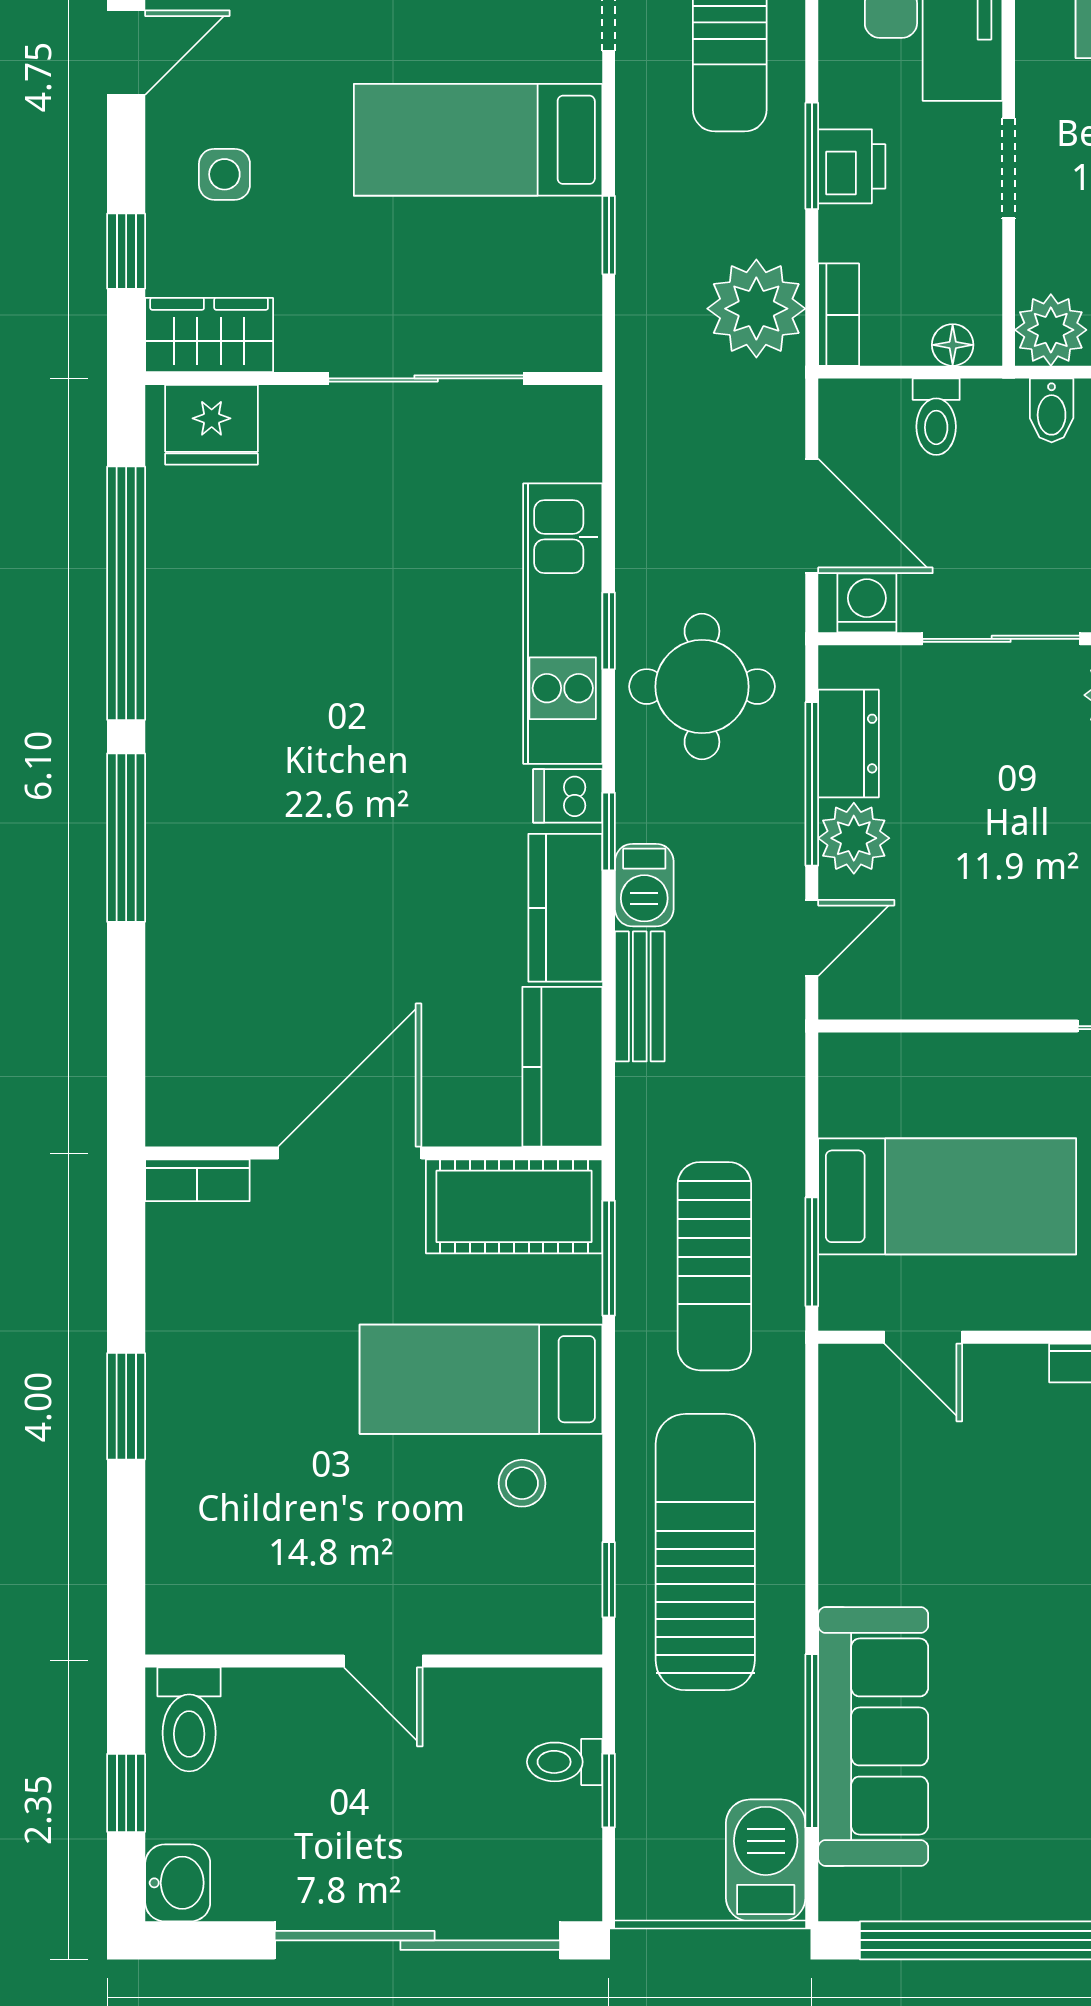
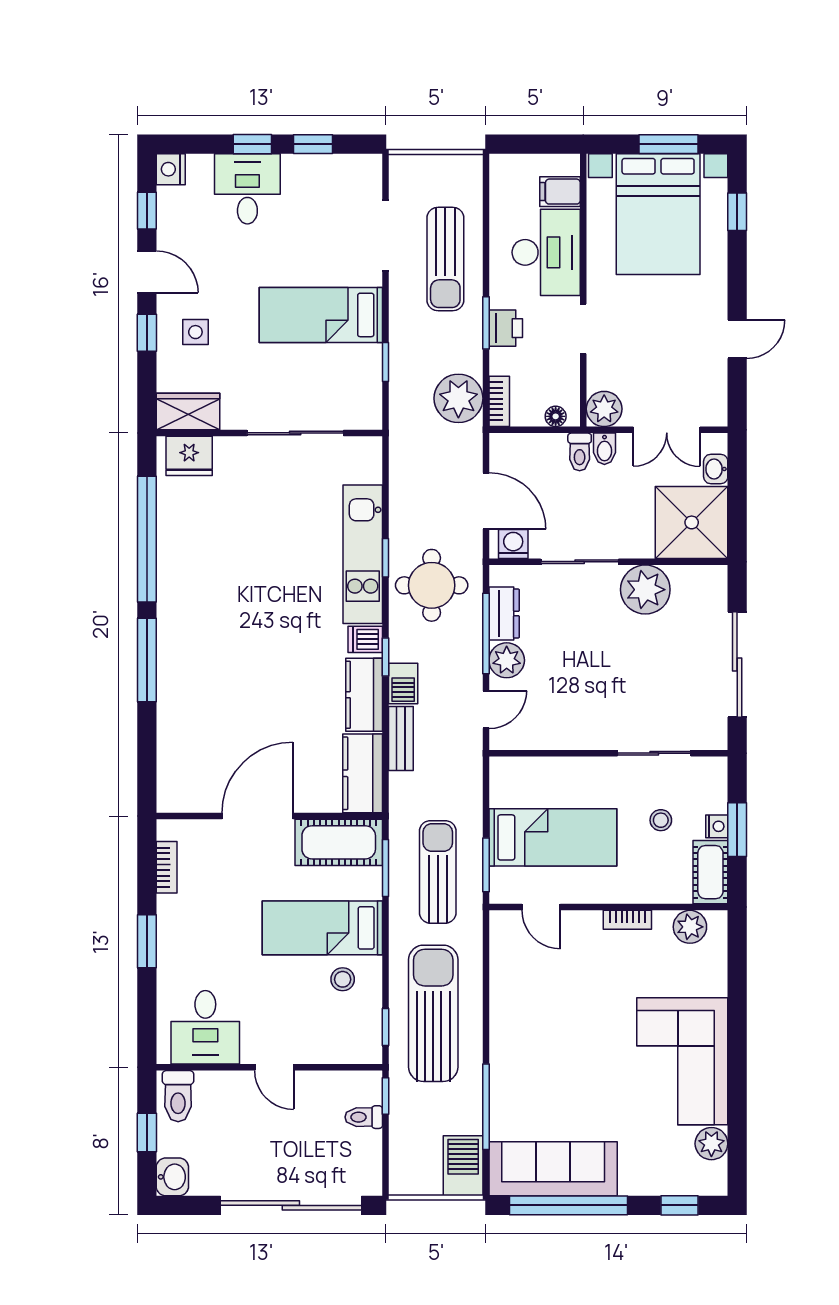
door: (126, 53) -> (147, 272), hinge flipped
window: (126, 251) -> (147, 333), moved
toilet: (936, 417) -> (580, 452), moved
bookcase: (197, 1180) -> (167, 867), moved, turned -90
sun lounger: (714, 1266) -> (438, 872), turned 180
desk: (244, 1580) -> (205, 1027), added
sofa: (873, 1736) -> (553, 1169), moved, turned -90
window: (609, 1791) -> (385, 1096), moved

